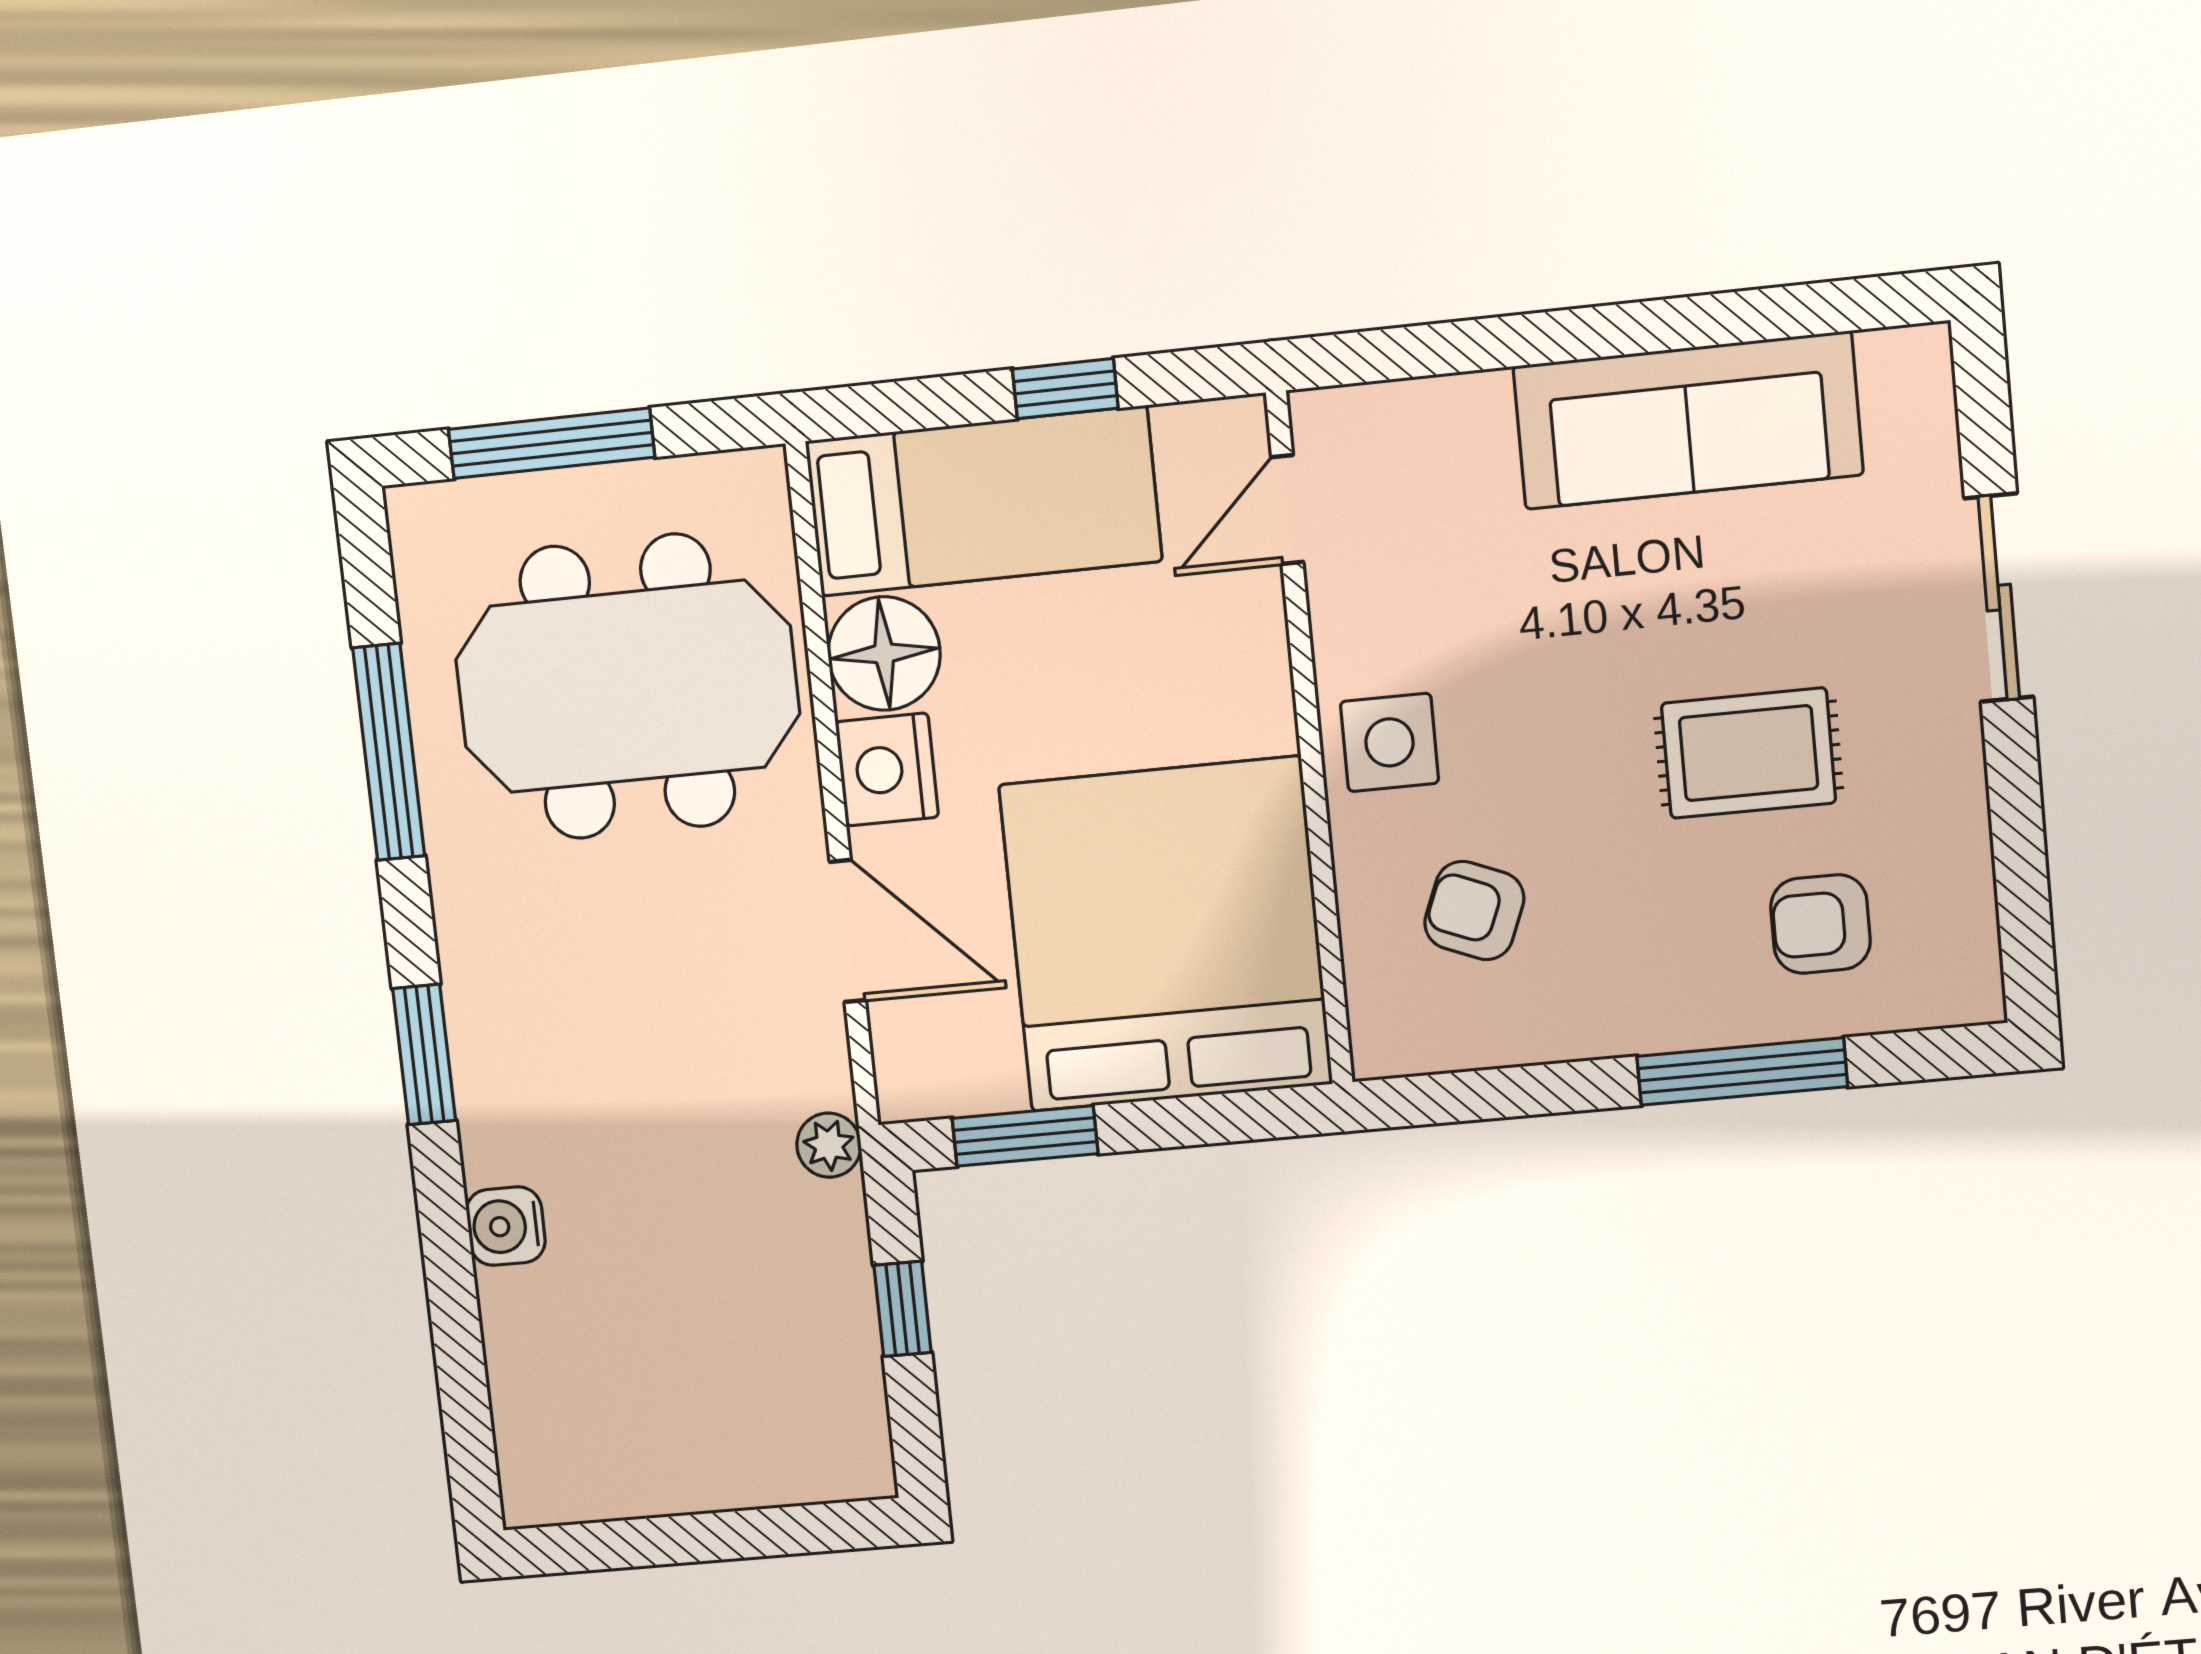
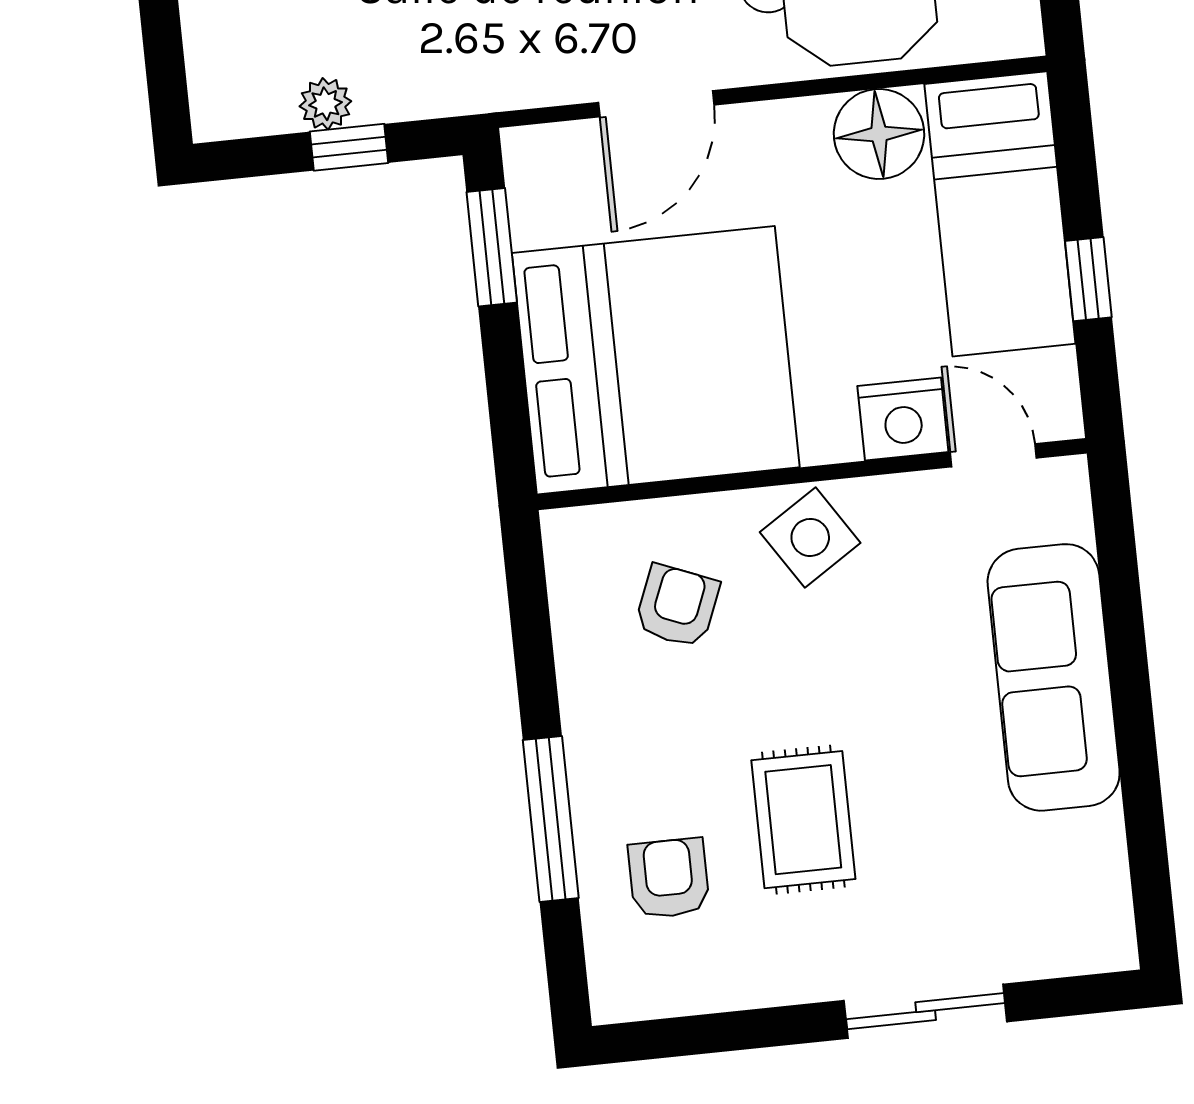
sofa: (1688, 420) -> (1054, 677), moved
side table: (1389, 742) -> (810, 537), turned -33
nightstand: (887, 769) -> (903, 419), moved, turned 180
plant: (829, 1145) -> (325, 104), moved

